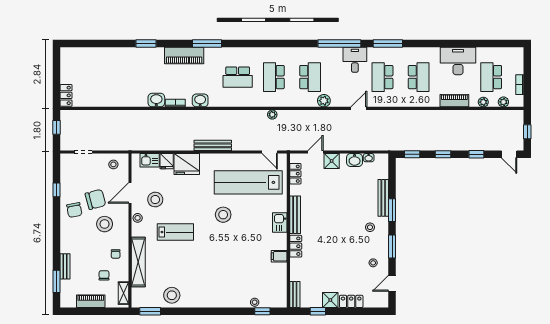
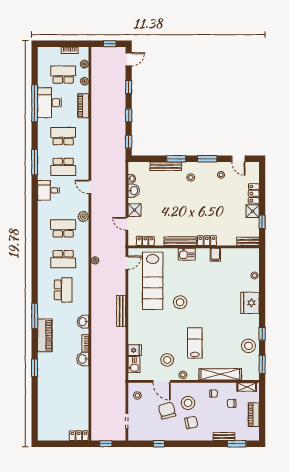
window: (339, 43) -> (35, 103), moved
school desk: (491, 77) -> (63, 75), turned 180
fridge: (187, 164) -> (250, 303), moved, turned 180
chair: (74, 210) -> (191, 422), moved
window: (262, 311) -> (262, 334), moved

